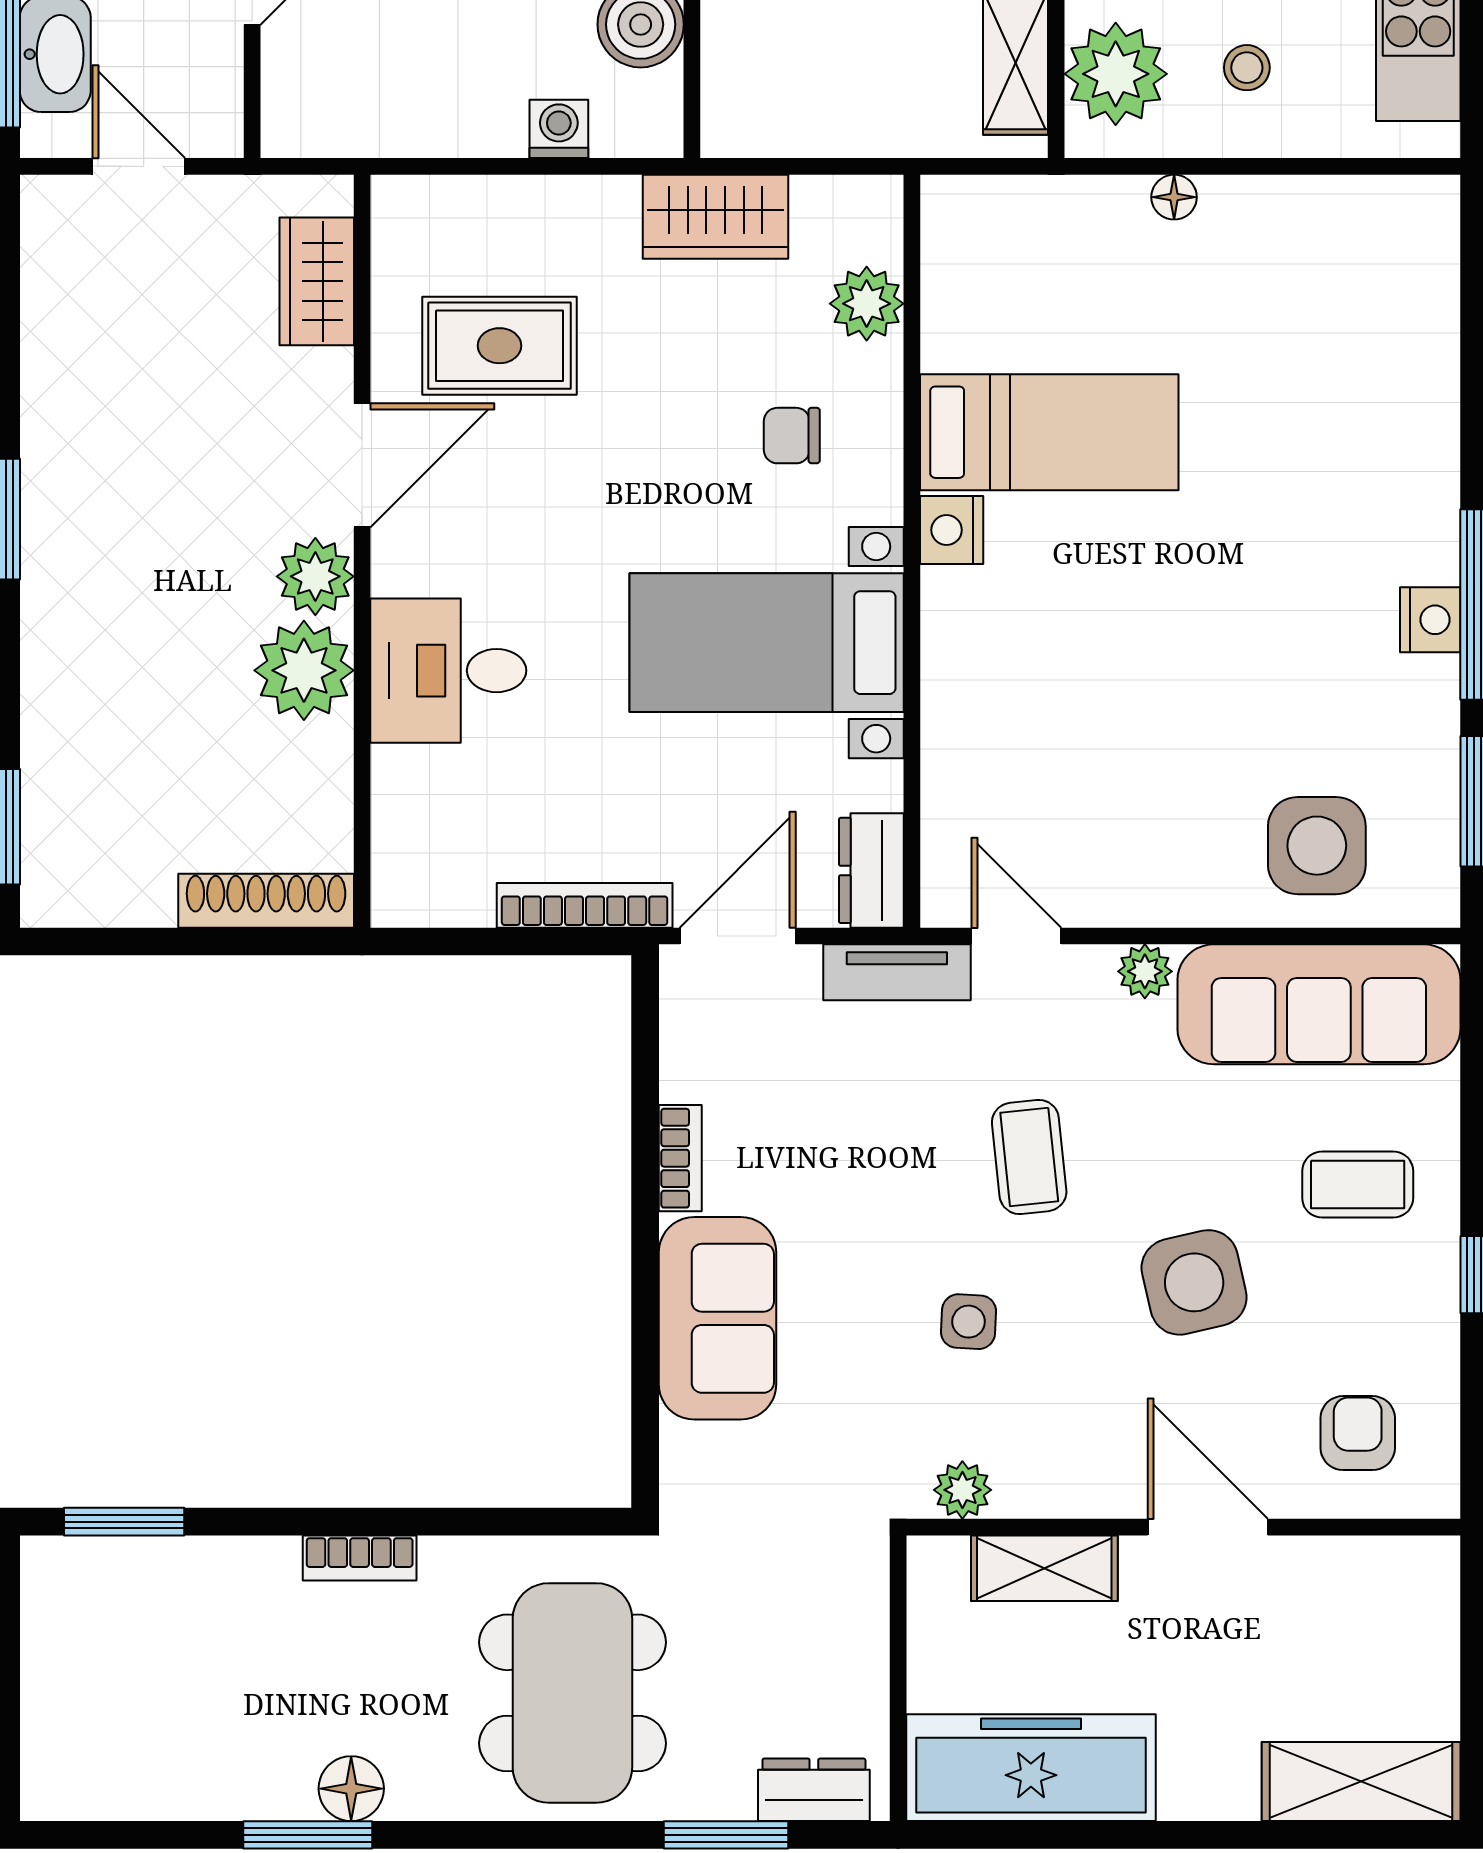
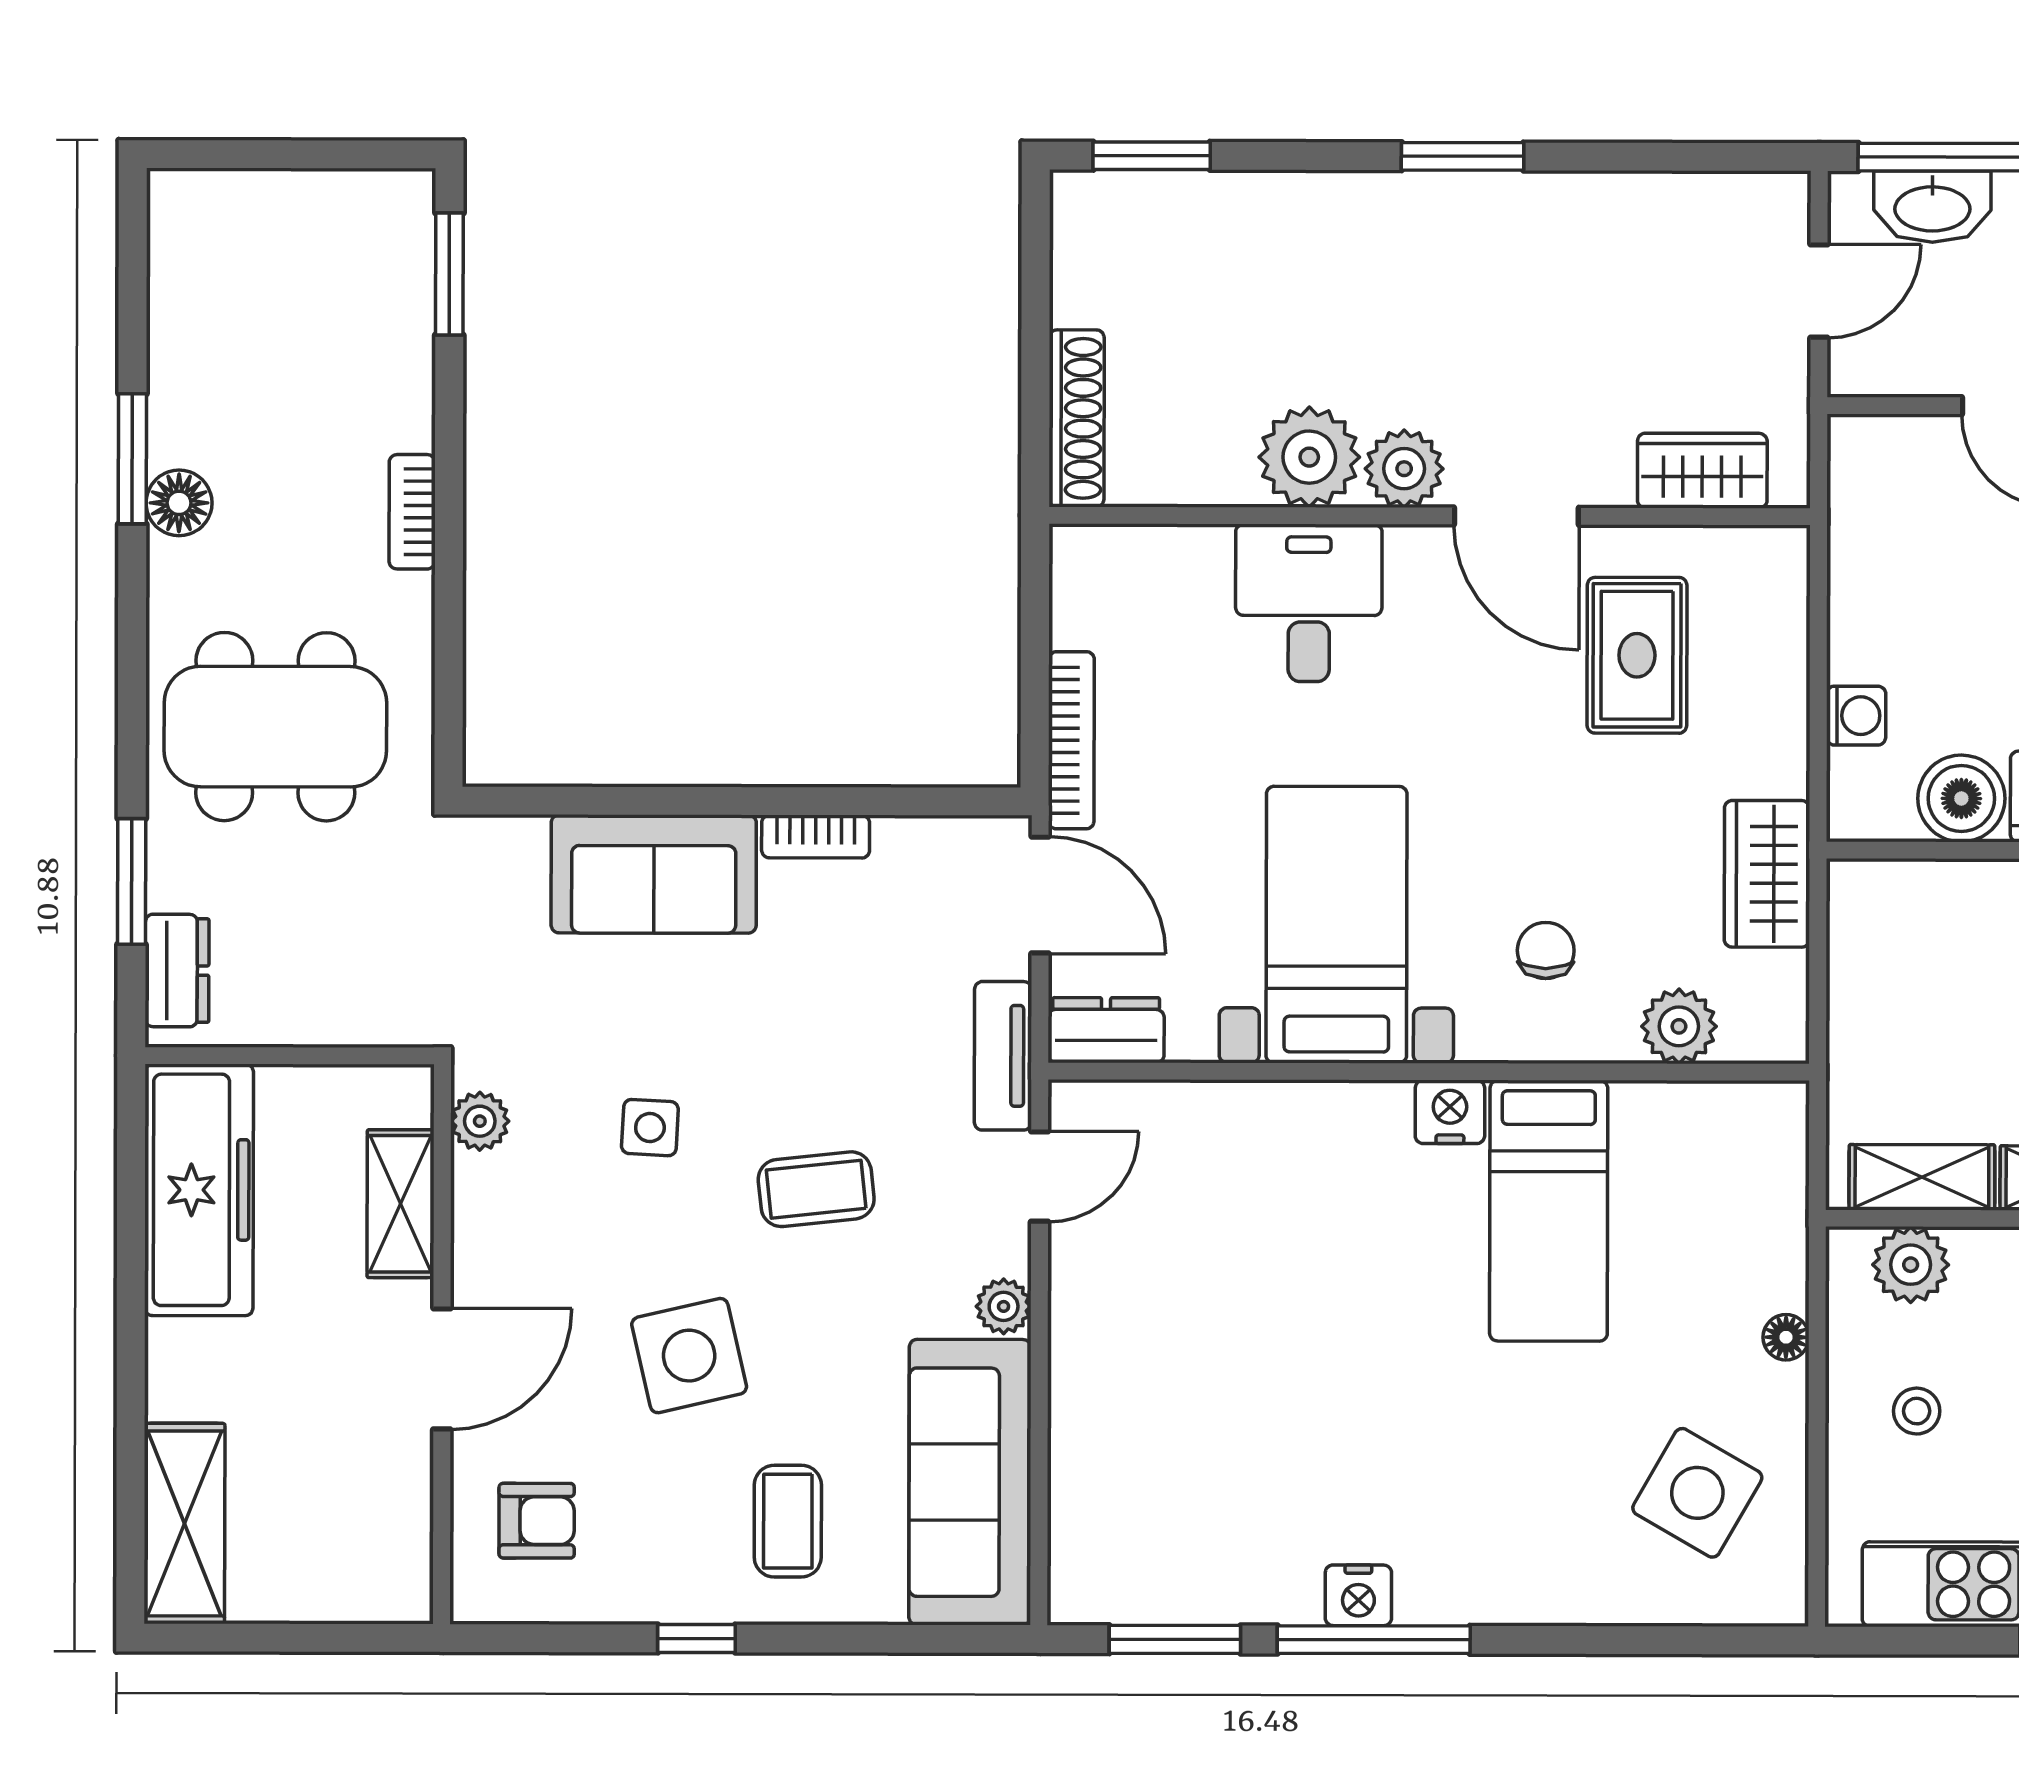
plant: (1116, 74) -> (1911, 1265), width x0.73, depth x0.73
side table: (1317, 846) -> (1697, 1493), moved, turned 30

